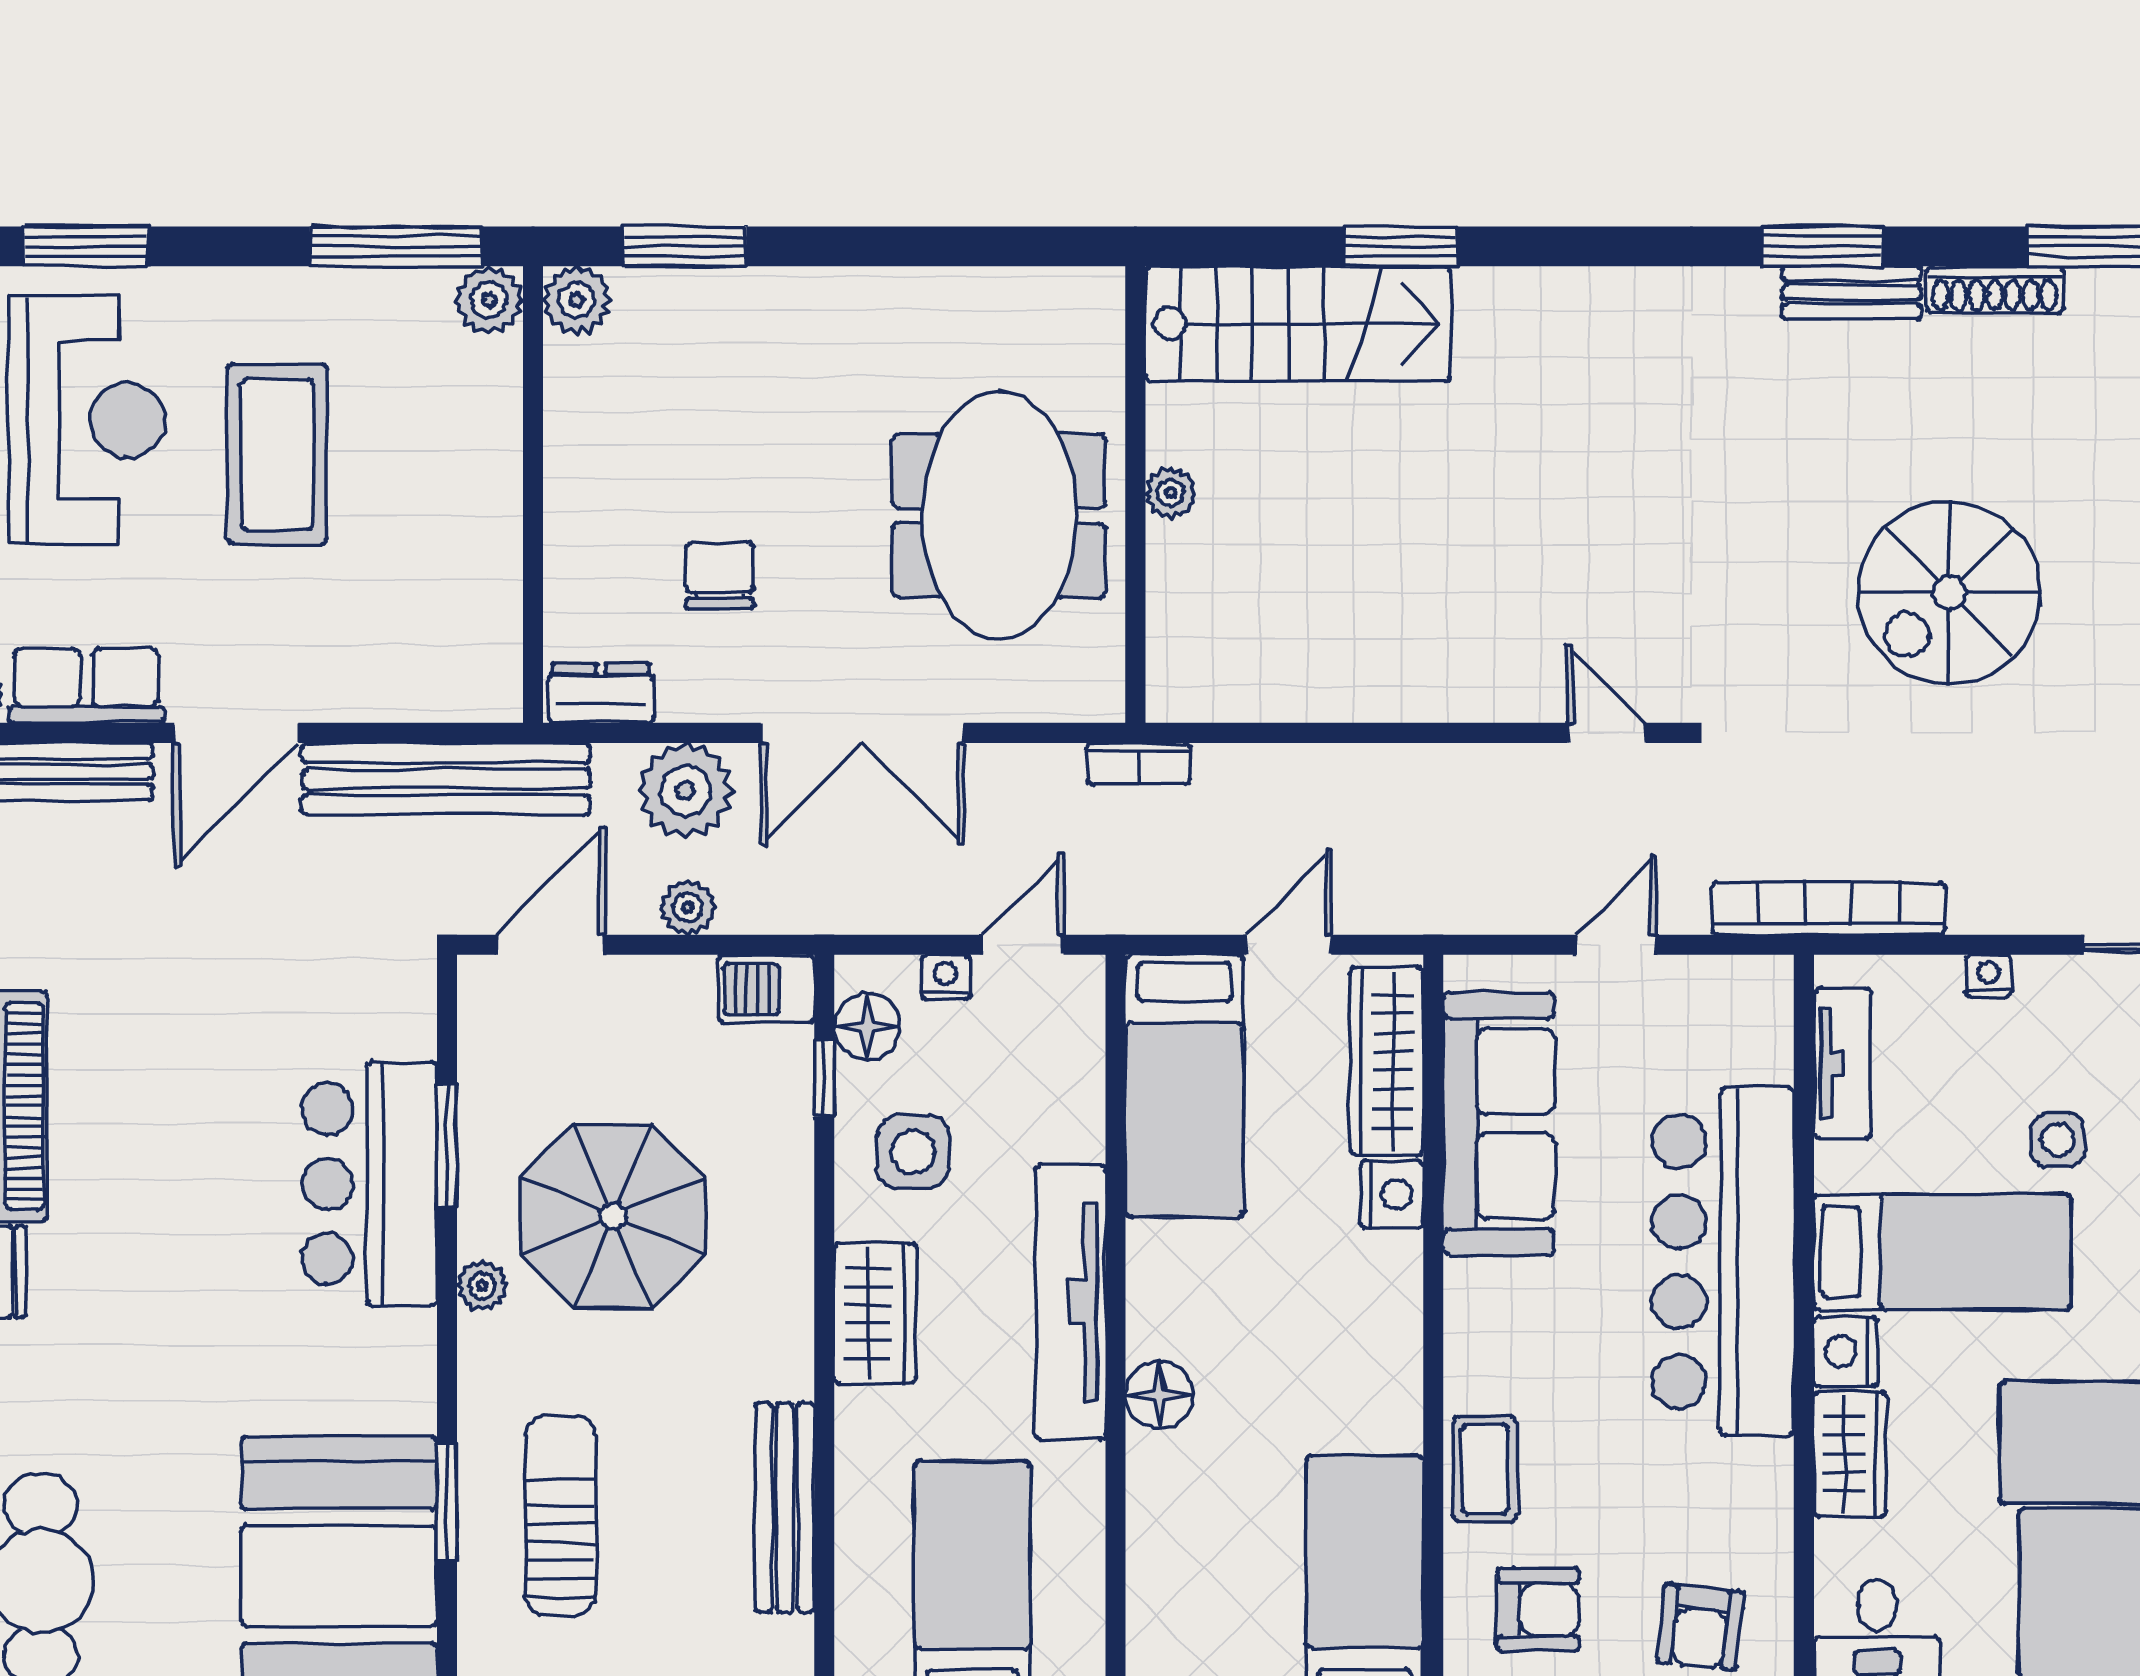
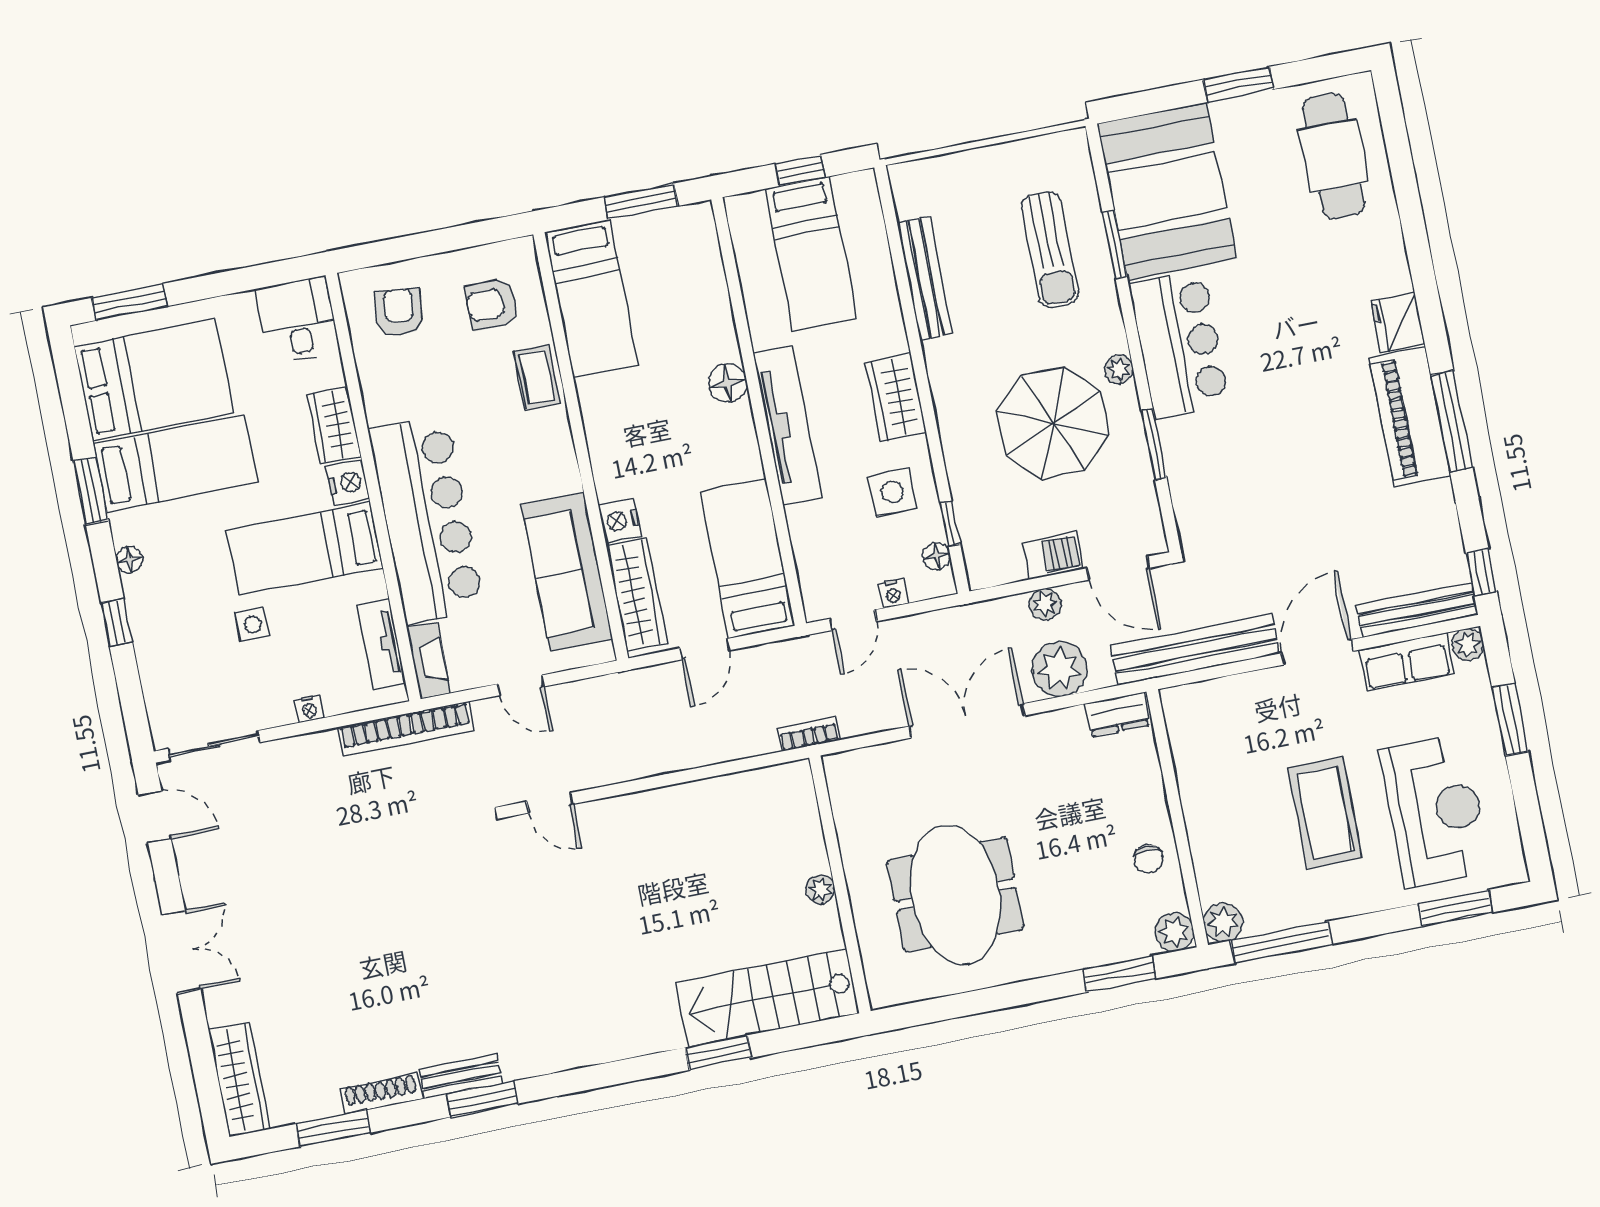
reception desk: (87, 420) -> (1435, 811), turned 180
meeting table: (999, 515) -> (955, 895), moved
chair: (720, 575) -> (1149, 859), moved, width x0.73, depth x0.73
spiral stairs: (1949, 592) -> (373, 919), removed
door: (550, 945) -> (1118, 568), hinge flipped
door: (1616, 945) -> (521, 685), hinge flipped
barbecue: (766, 989) -> (1053, 555), moved
fireplace: (1767, 1018) -> (429, 660), added
floor lamp: (867, 1026) -> (937, 556), width x0.73, depth x0.73
bar counter: (369, 1184) -> (1179, 344), moved

